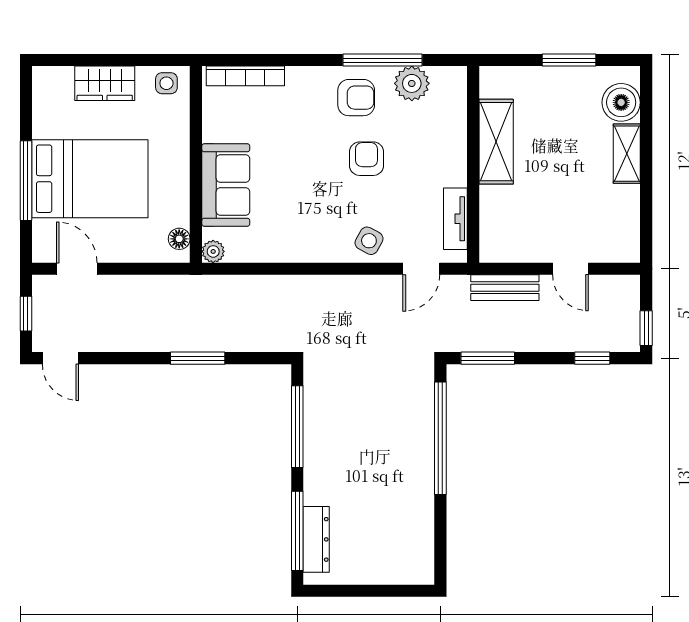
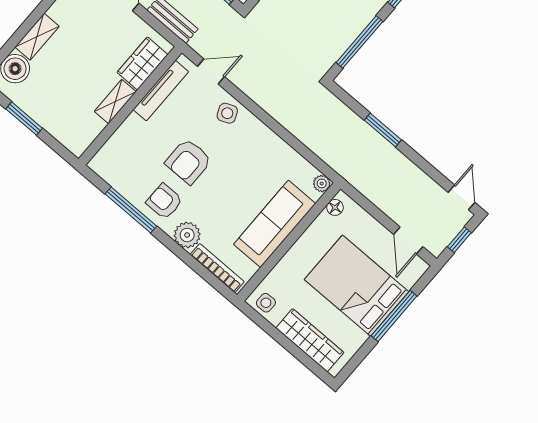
wardrobe: (105, 83) -> (310, 340), width x1.50
plant: (412, 83) -> (187, 235), moved
shelving: (496, 142) -> (115, 102), width x0.67, depth x0.75
armchair: (366, 159) -> (188, 161), width x1.38, depth x1.38
sofa: (226, 185) -> (275, 224), width x1.36
wardrobe: (497, 218) -> (143, 63), added
tv unit: (455, 219) -> (161, 91), width x1.41
side table: (369, 241) -> (227, 113), turned 38

